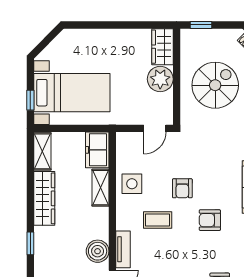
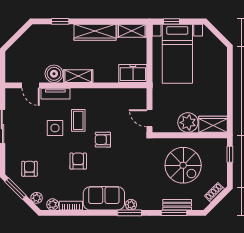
side table: (132, 184) -> (55, 128), moved
shelving: (100, 188) -> (78, 76), moved

